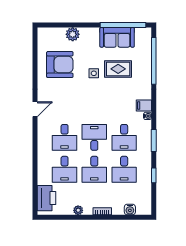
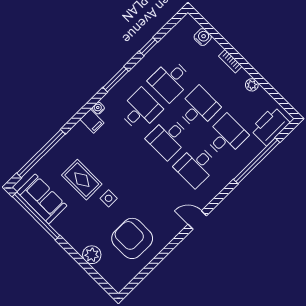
sofa: (117, 37) -> (42, 199), moved
desk: (65, 137) -> (196, 166), turned 180
desk: (124, 169) -> (170, 80), turned 180
window: (35, 172) -> (257, 161), added

